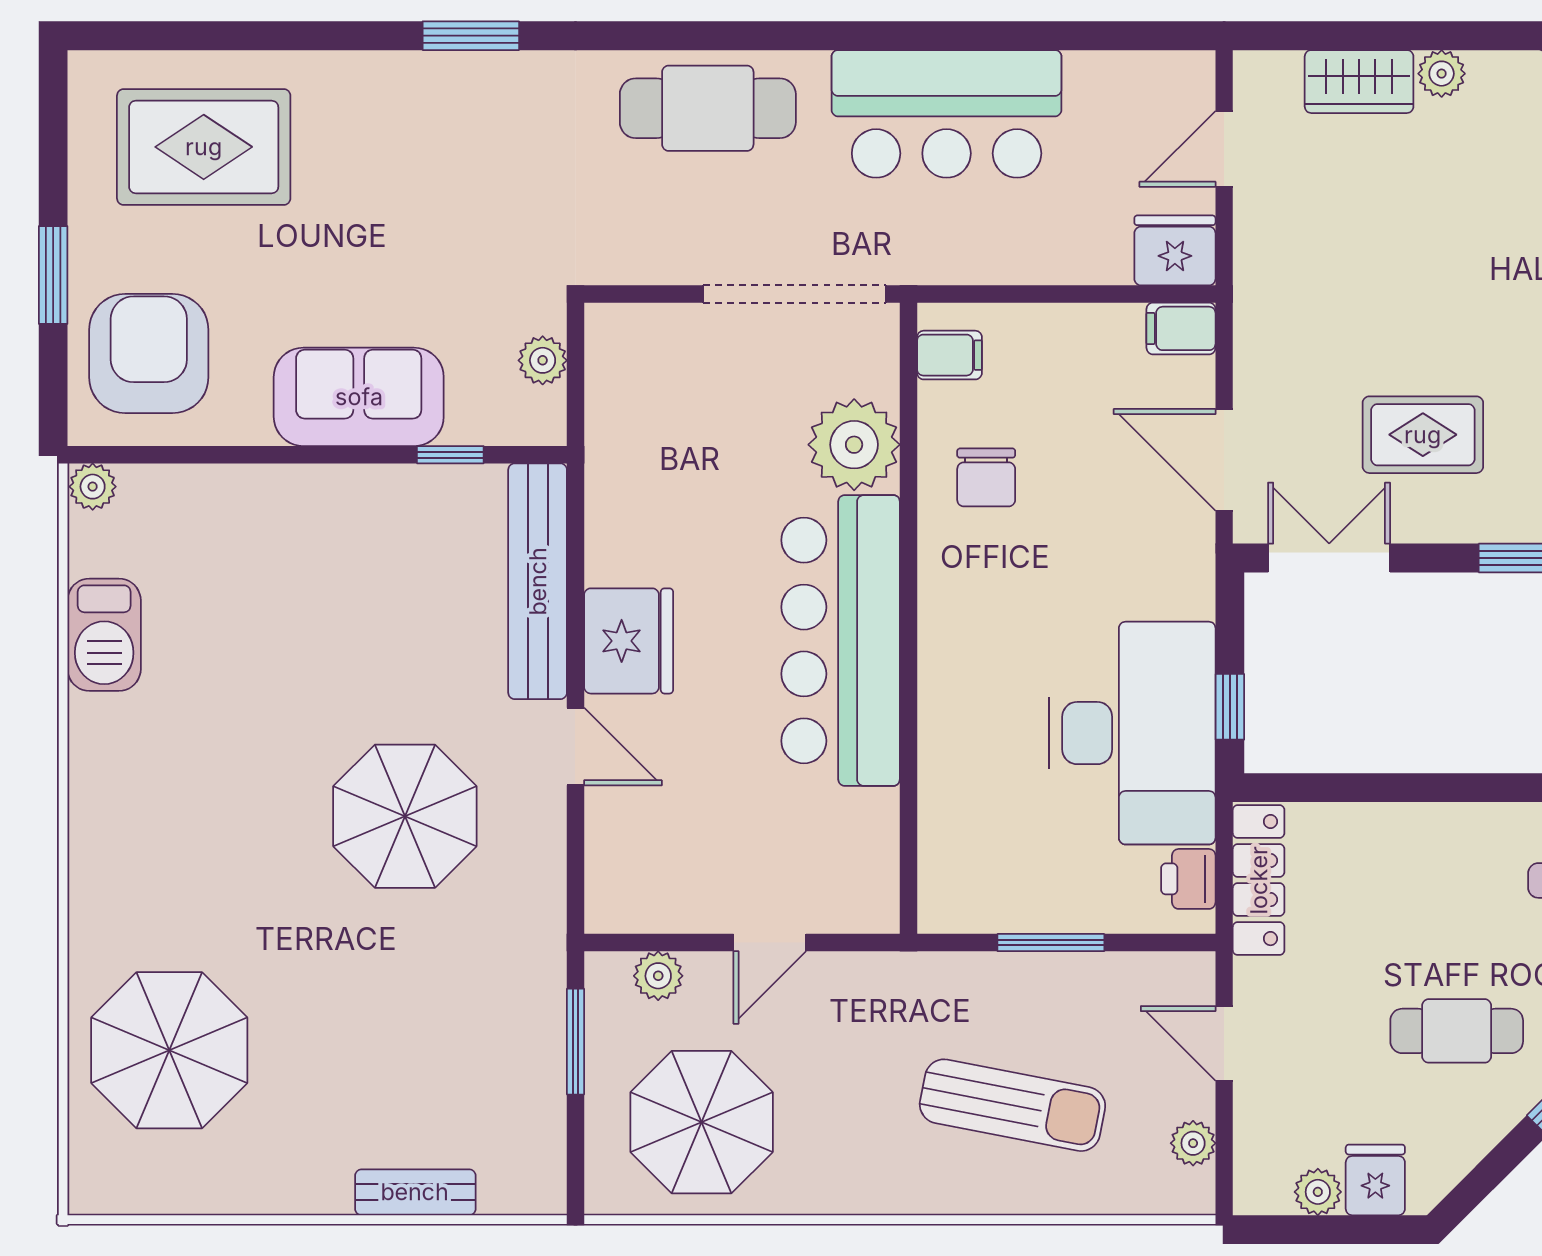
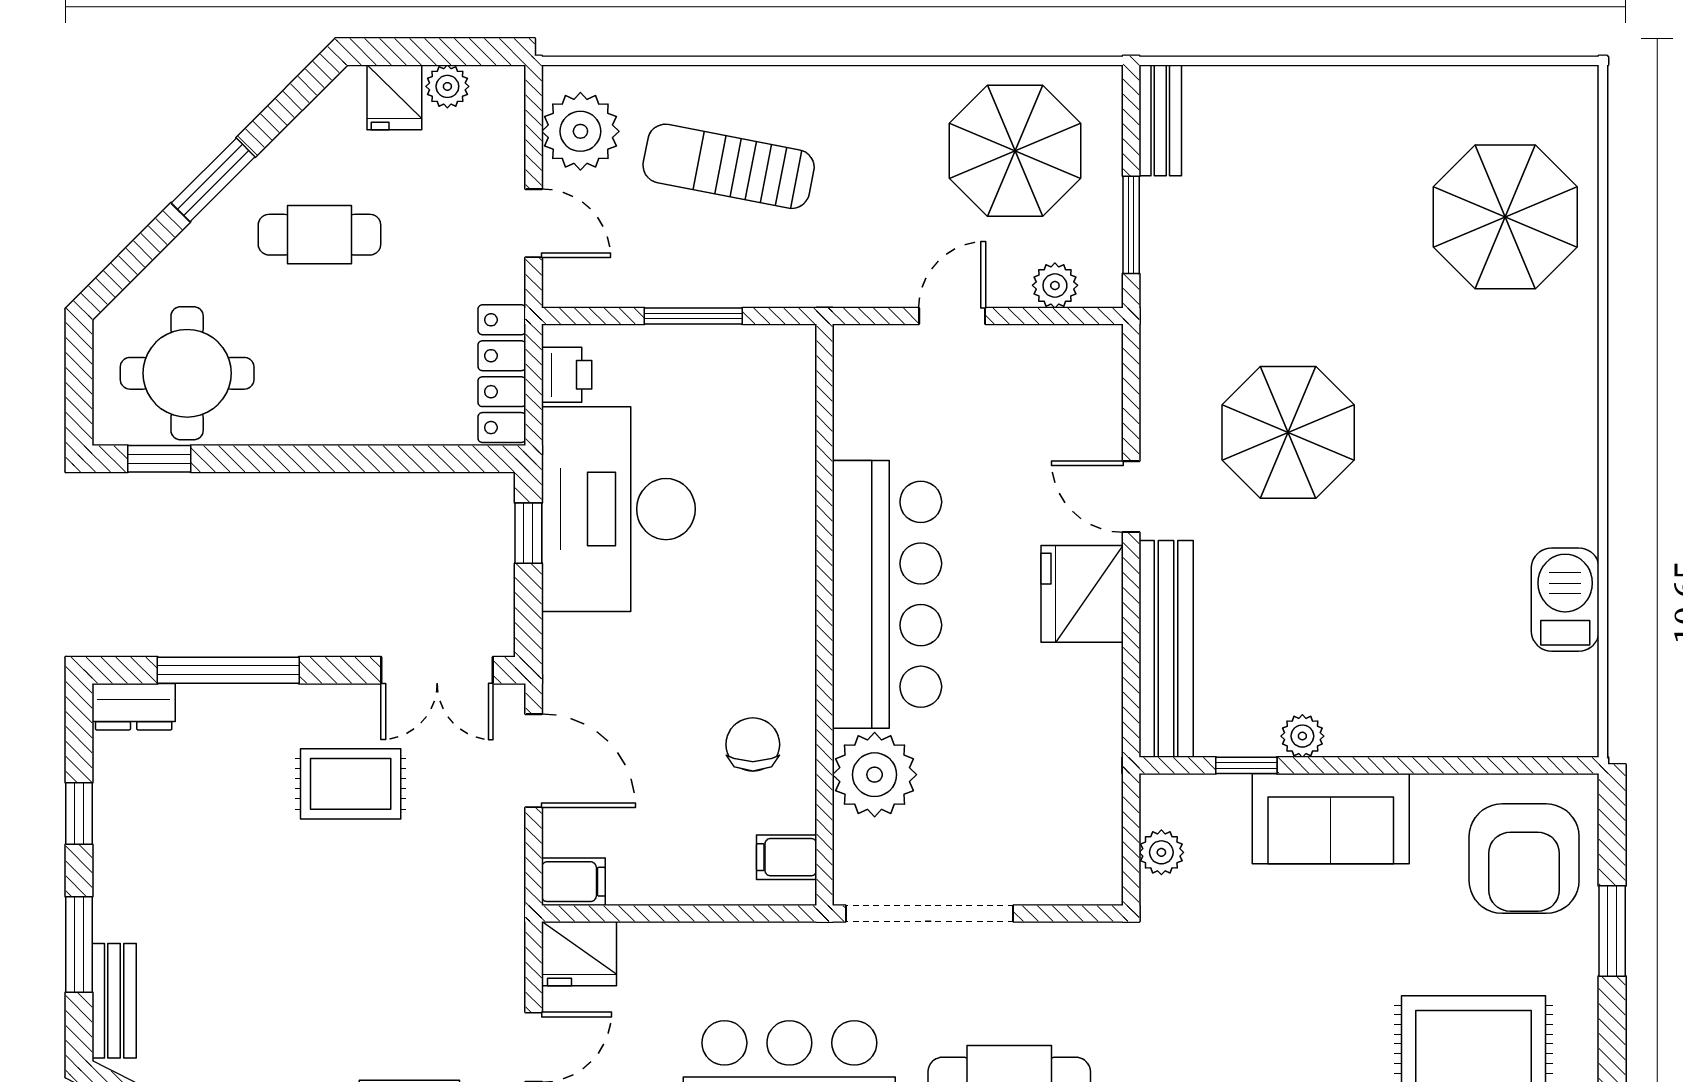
plant: (93, 487) -> (1302, 736), moved
plant: (1193, 1143) -> (580, 131), width x1.87, depth x1.87
bench: (415, 1192) -> (1160, 120), moved, turned 90

